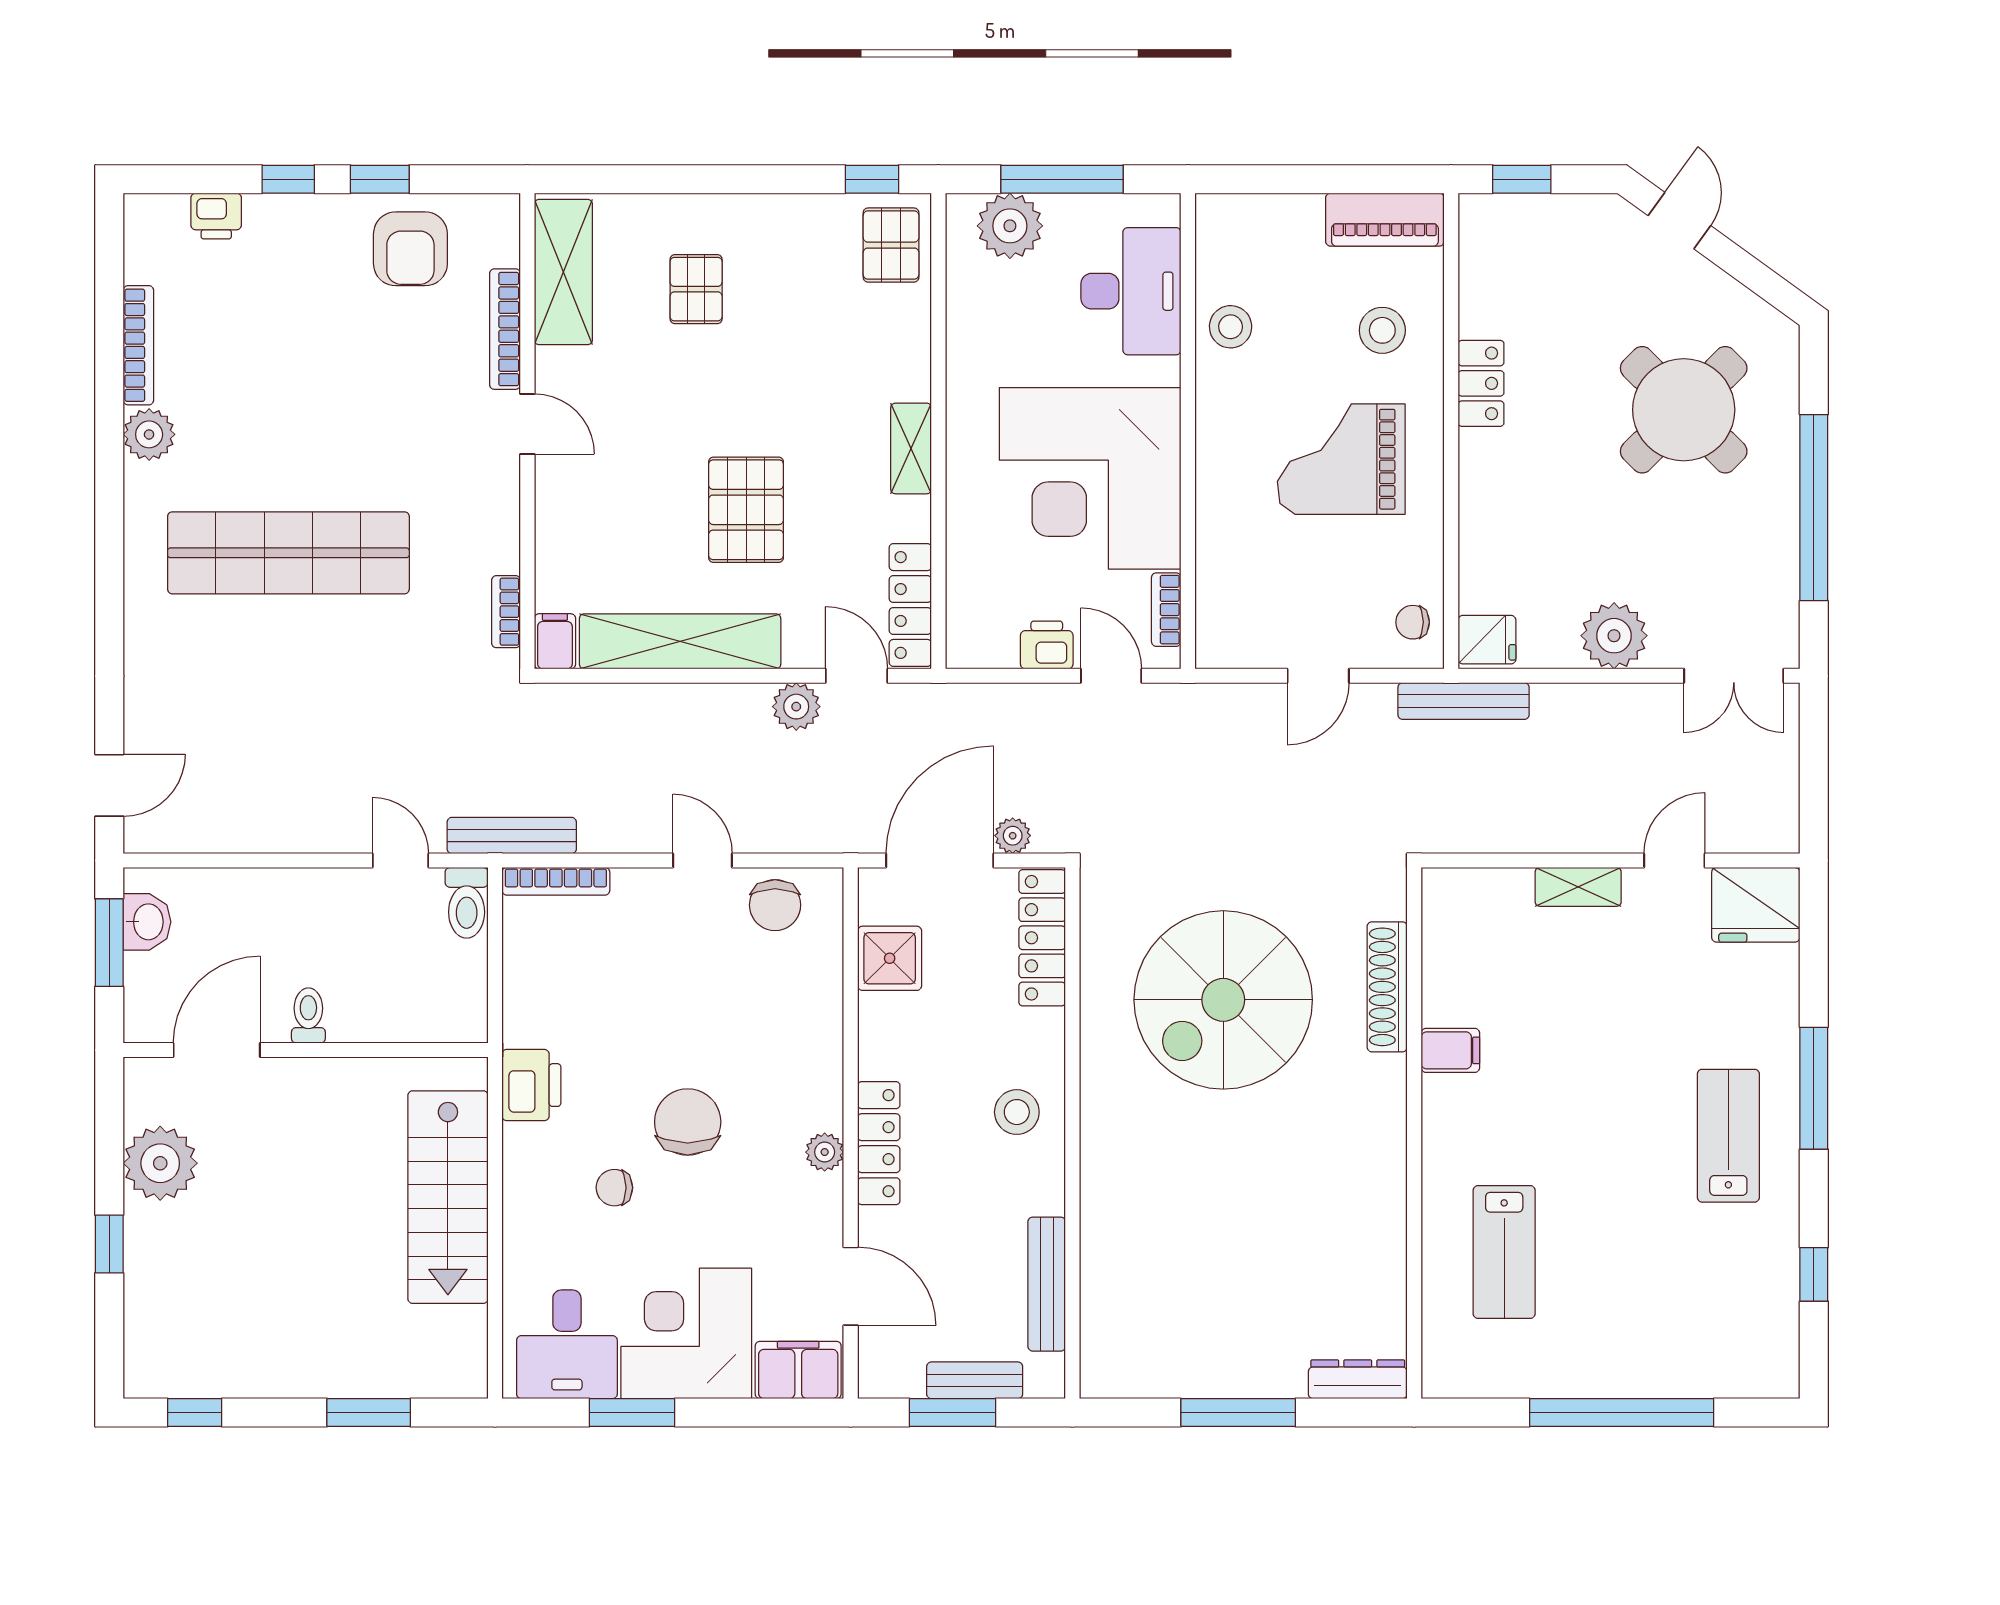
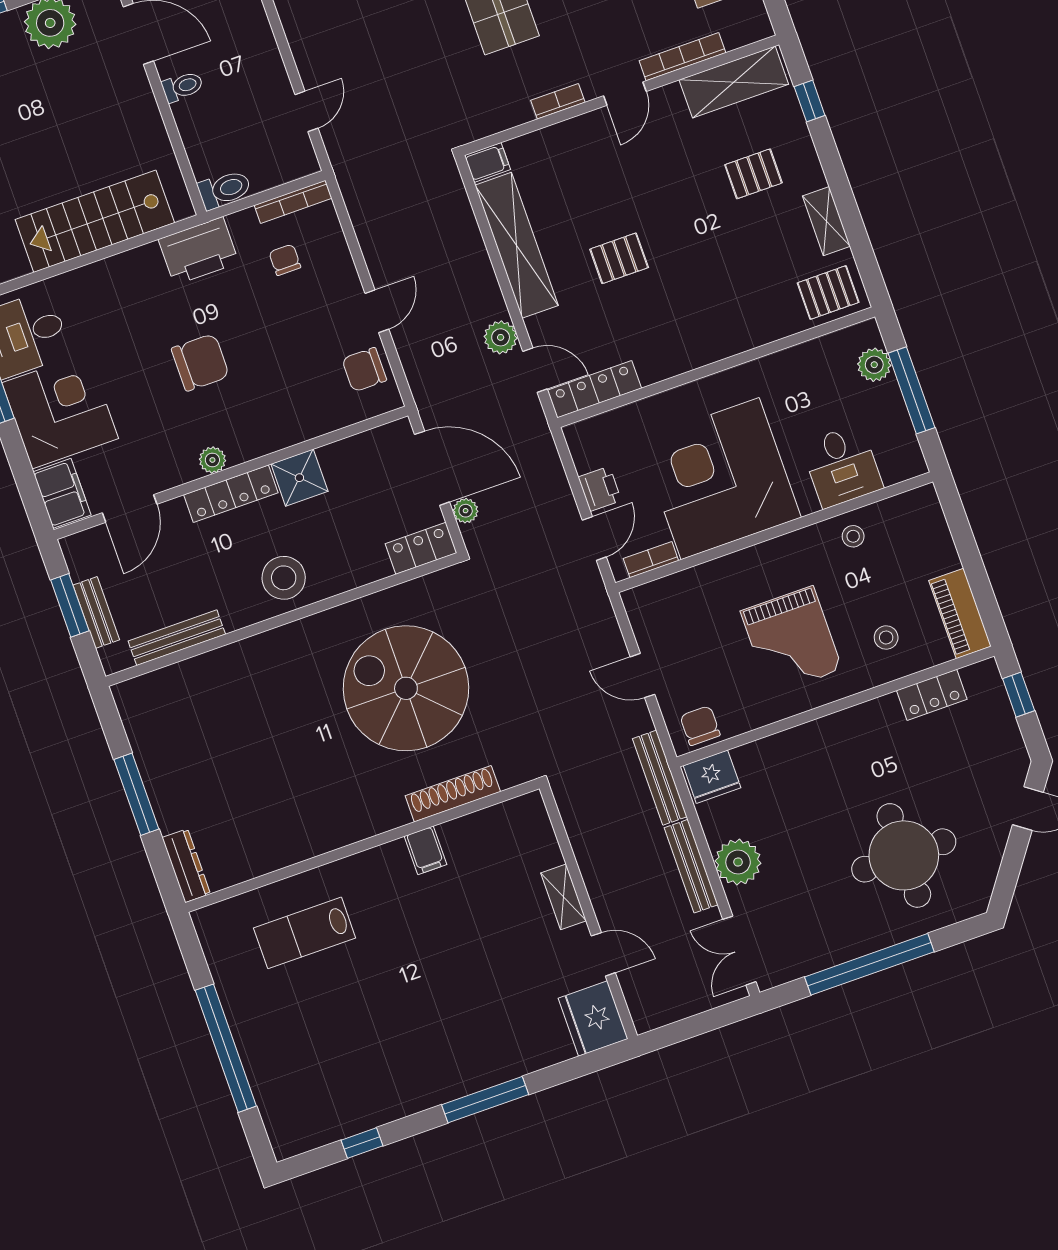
window: (872, 179) -> (810, 101), moved
plant: (1010, 226) -> (874, 365), width x0.73, depth x0.73
desk: (1131, 291) -> (842, 466), width x0.73
stool: (1231, 327) -> (853, 536), width x0.73, depth x0.73
stool: (1382, 330) -> (886, 638), width x0.73, depth x0.73
locker: (1481, 383) -> (932, 695), moved
round table: (1684, 410) -> (904, 855), turned 45
shelving: (911, 448) -> (826, 221), moved, turned 90
grand piano: (1341, 459) -> (791, 640), turned 180
pallet: (746, 510) -> (619, 258), width x0.67, depth x0.71
bookcase: (506, 612) -> (558, 101), moved
chair: (1413, 622) -> (700, 726), width x1.37, depth x1.37
fridge: (1487, 640) -> (712, 777), width x1.38
door: (856, 676) -> (535, 370), hinge flipped
bench: (512, 836) -> (691, 866), moved
bookcase: (556, 881) -> (293, 202), moved, turned -90
toilet: (467, 903) -> (225, 189), moved, turned 180
locker: (1042, 938) -> (421, 548), width x0.66
shower: (890, 958) -> (299, 478), moved
printer: (531, 1085) -> (199, 251), width x1.37, depth x1.19
stool: (1017, 1112) -> (284, 578), width x1.38, depth x1.38
lab bench: (1728, 1136) -> (434, 1054), removed
chair: (614, 1188) -> (285, 260), moved

